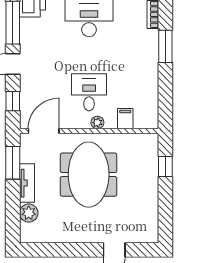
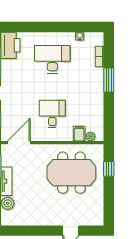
plant: (97, 123) -> (91, 136), moved
meeting table: (89, 175) -> (71, 173), moved, turned 90

